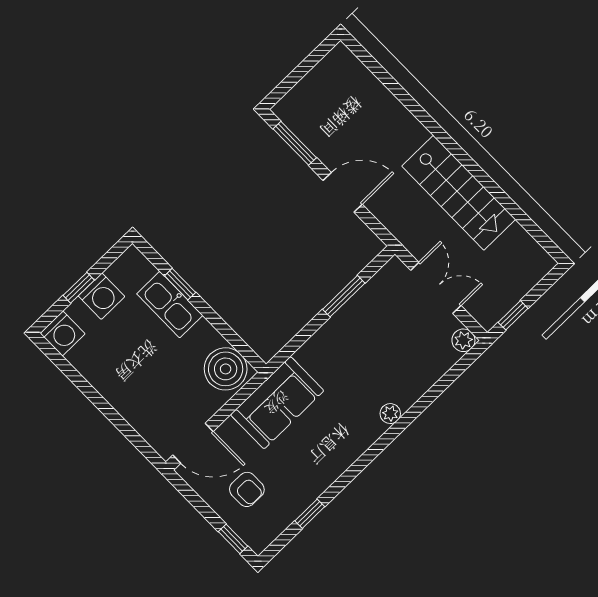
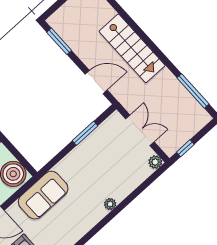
door: (343, 192) -> (96, 82), moved
stairs: (459, 193) -> (132, 48), moved
window: (522, 219) -> (193, 91), added

